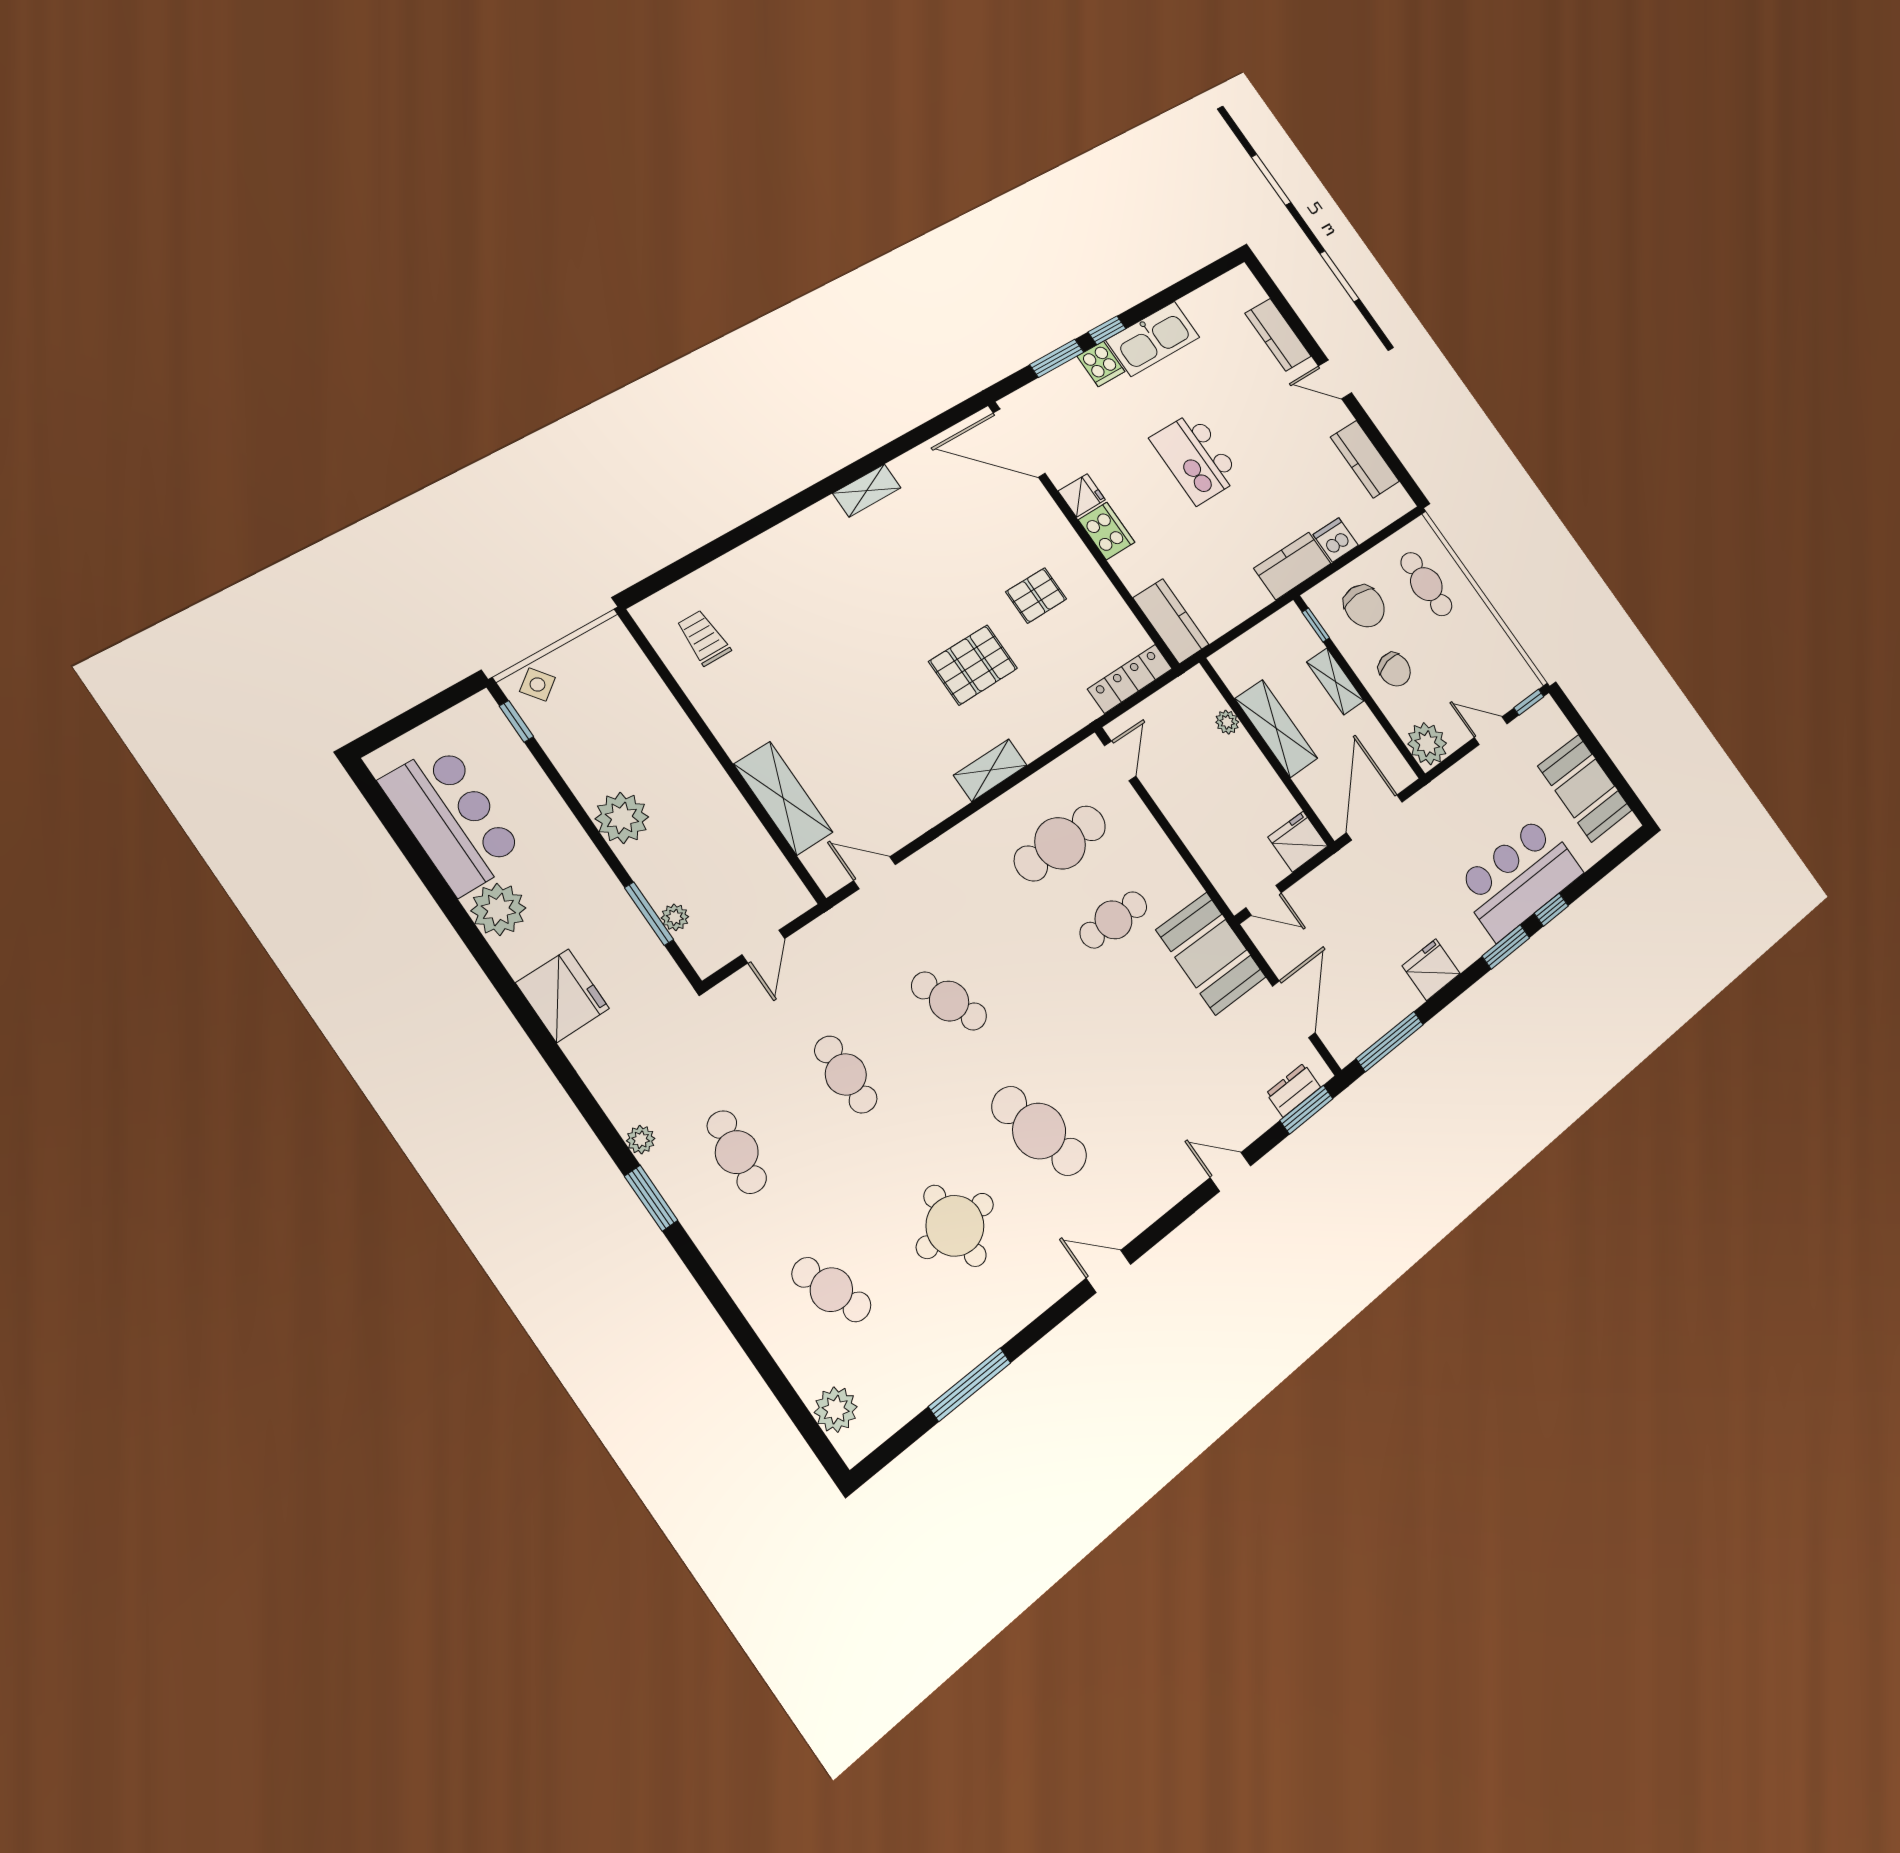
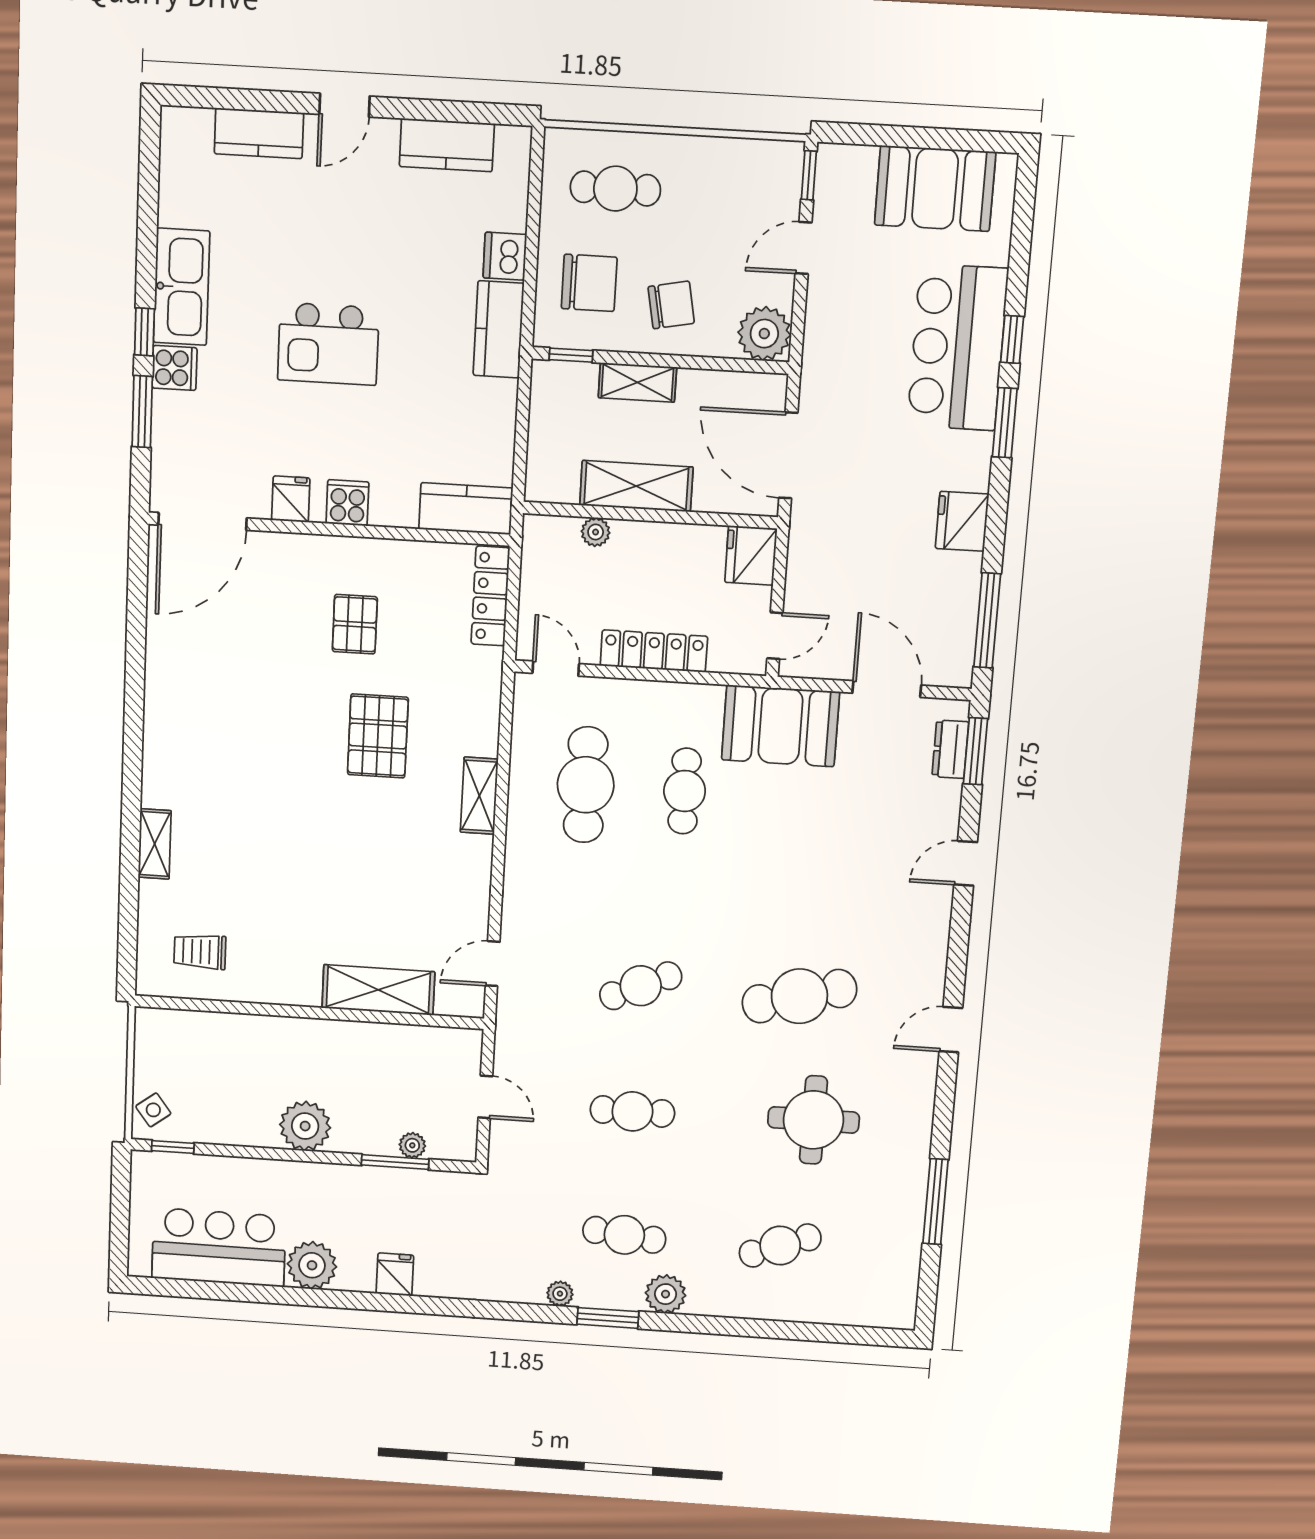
shelving: (867, 491) -> (155, 844), moved
cooker: (1107, 531) -> (347, 503), width x0.73
locker: (1187, 822) -> (654, 651), added
fridge: (563, 996) -> (395, 1274), width x0.53, depth x0.75
plant: (836, 1410) -> (666, 1294), moved

